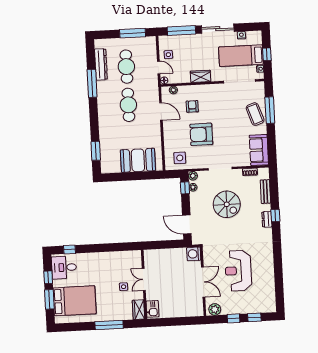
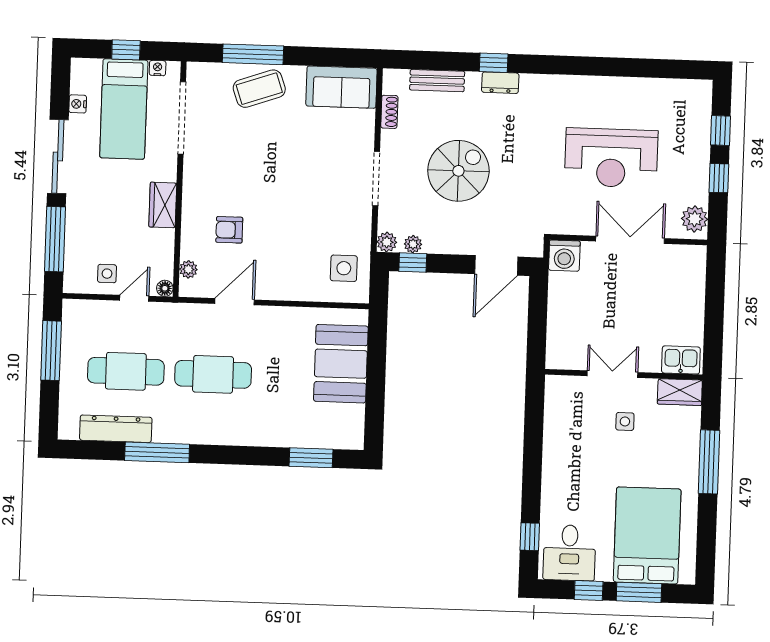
armchair: (201, 134) -> (295, 215), removed
double door: (144, 279) -> (612, 374), swing flipped

